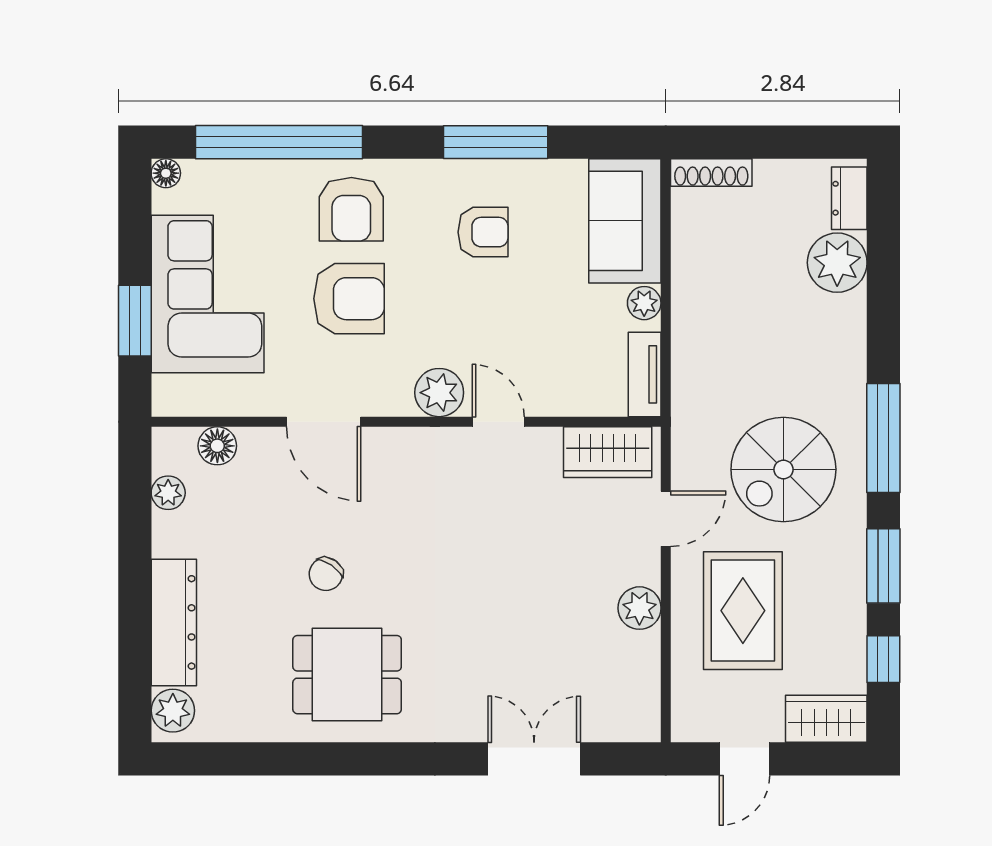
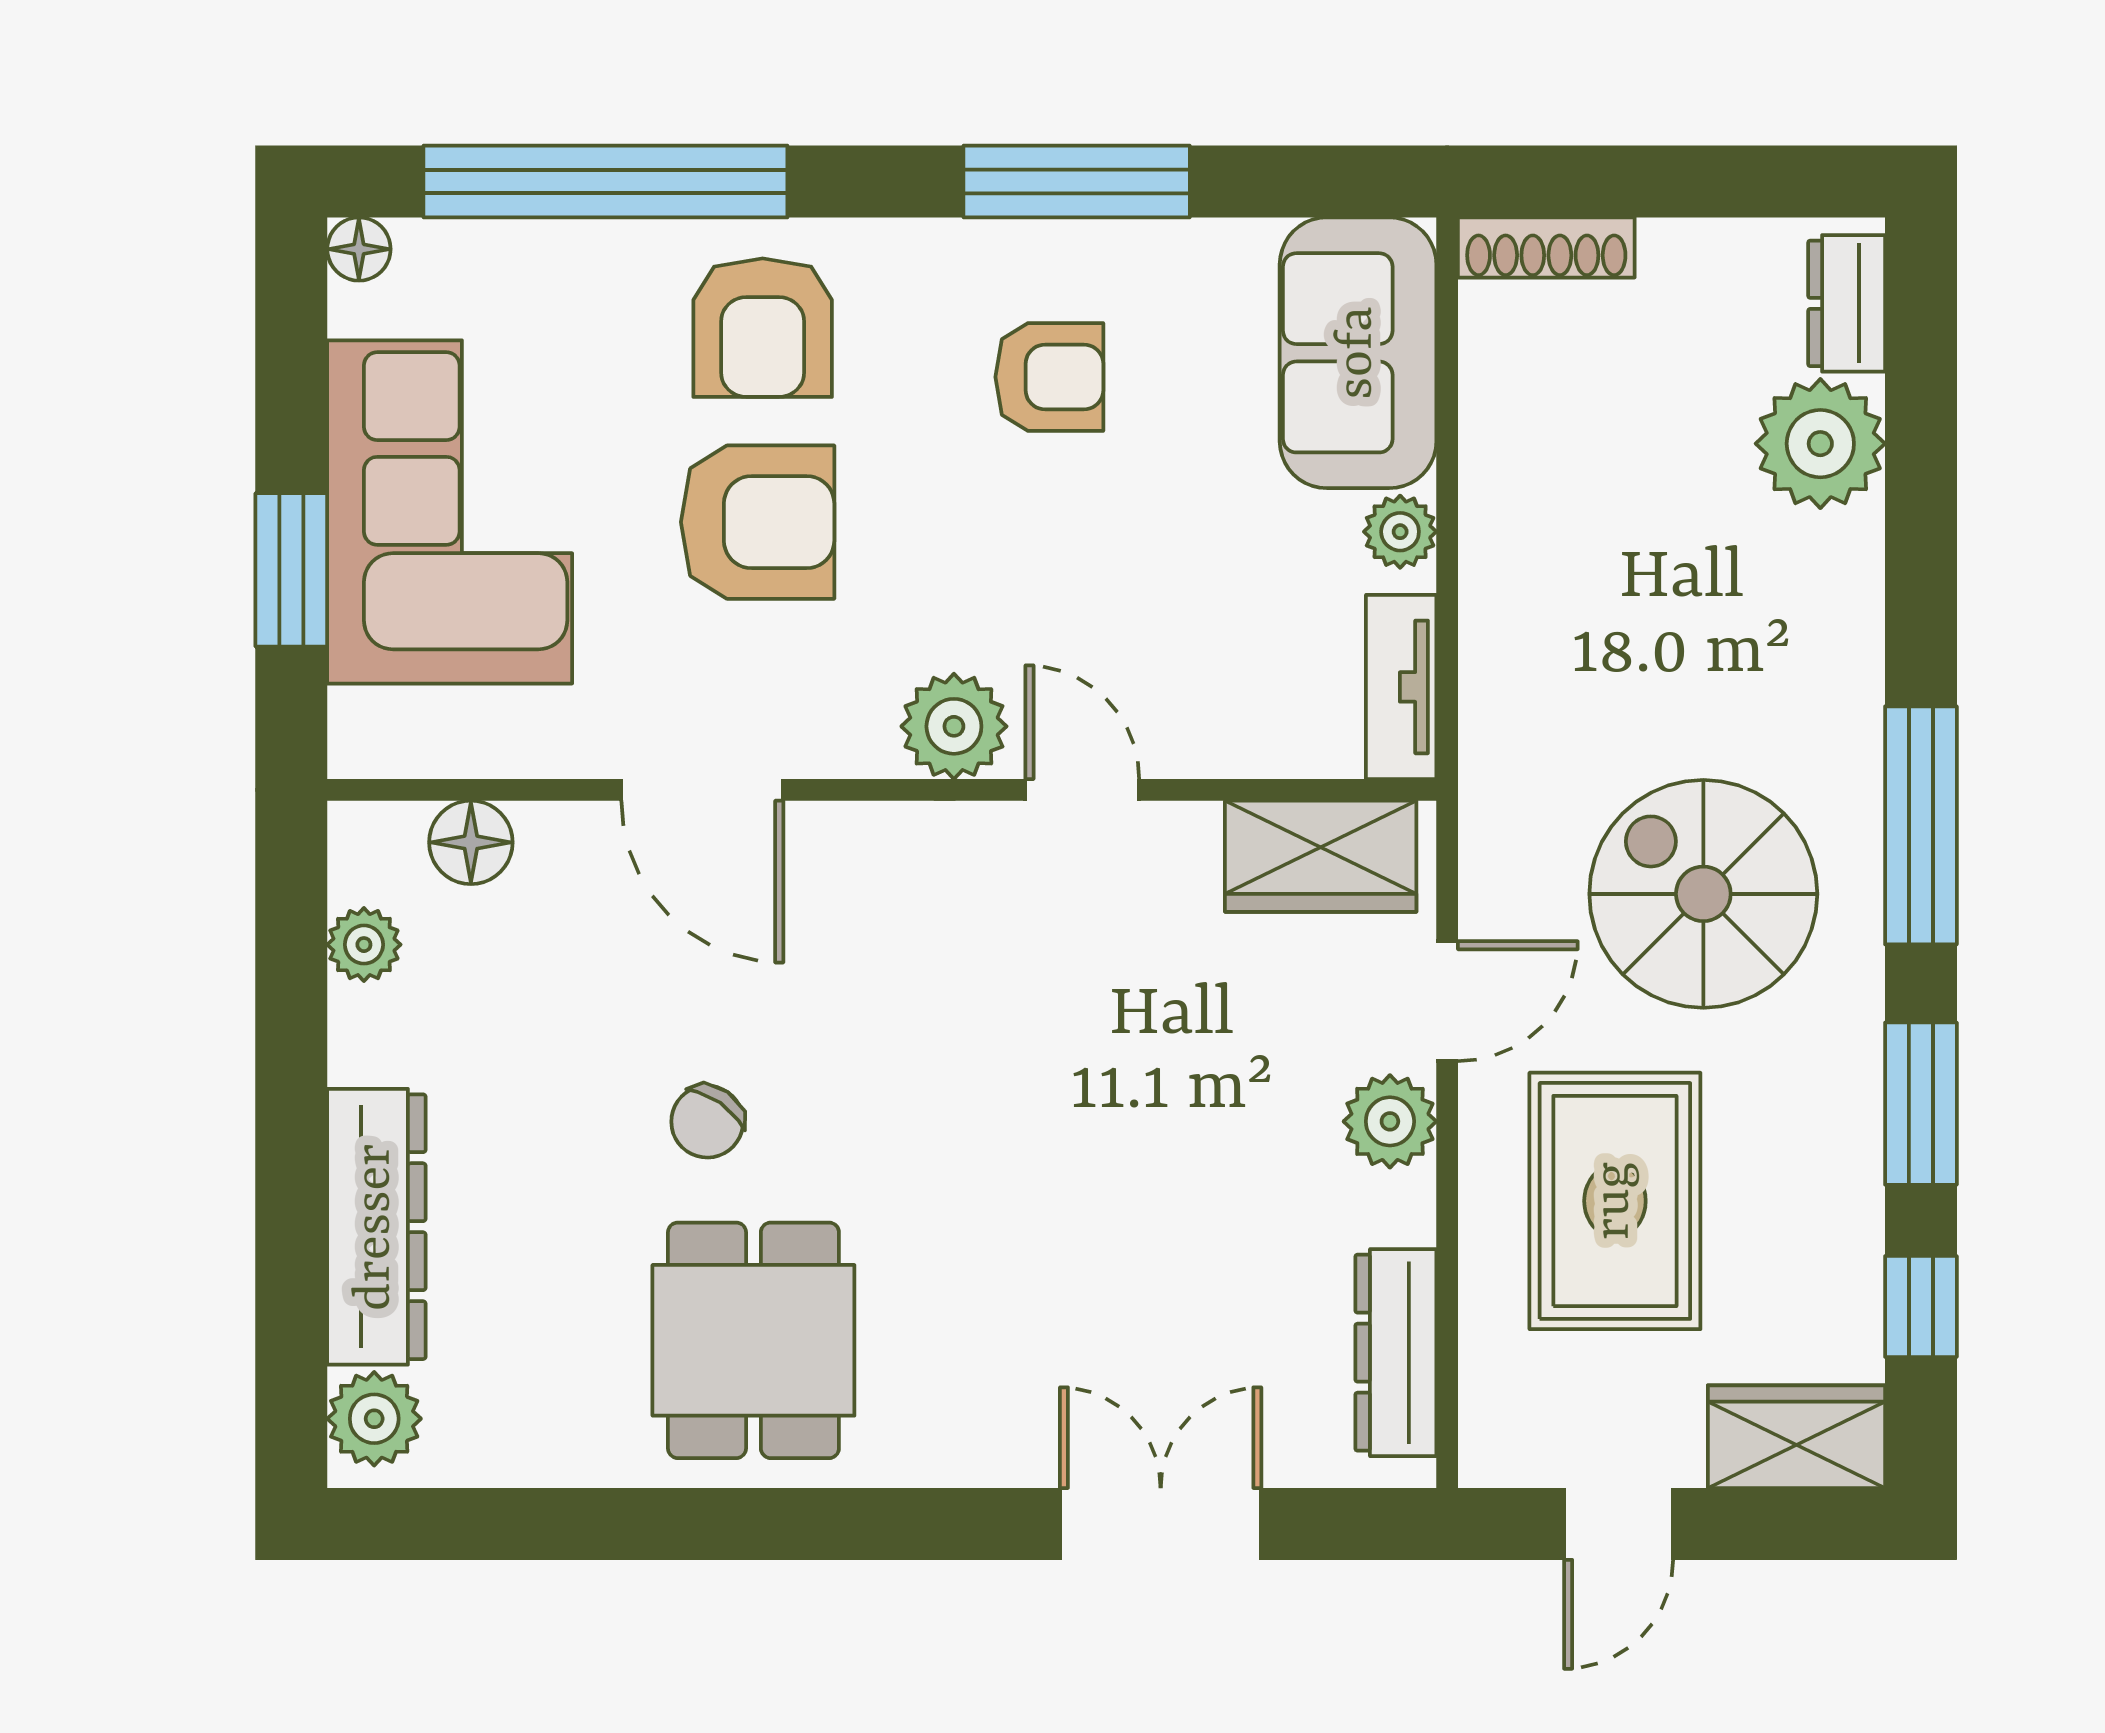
spiral stairs: (783, 469) -> (1703, 894), turned 90
plant: (639, 608) -> (1390, 1121), moved
dining table: (347, 675) -> (753, 1340), turned 90
dresser: (642, 680) -> (1396, 1353), added

